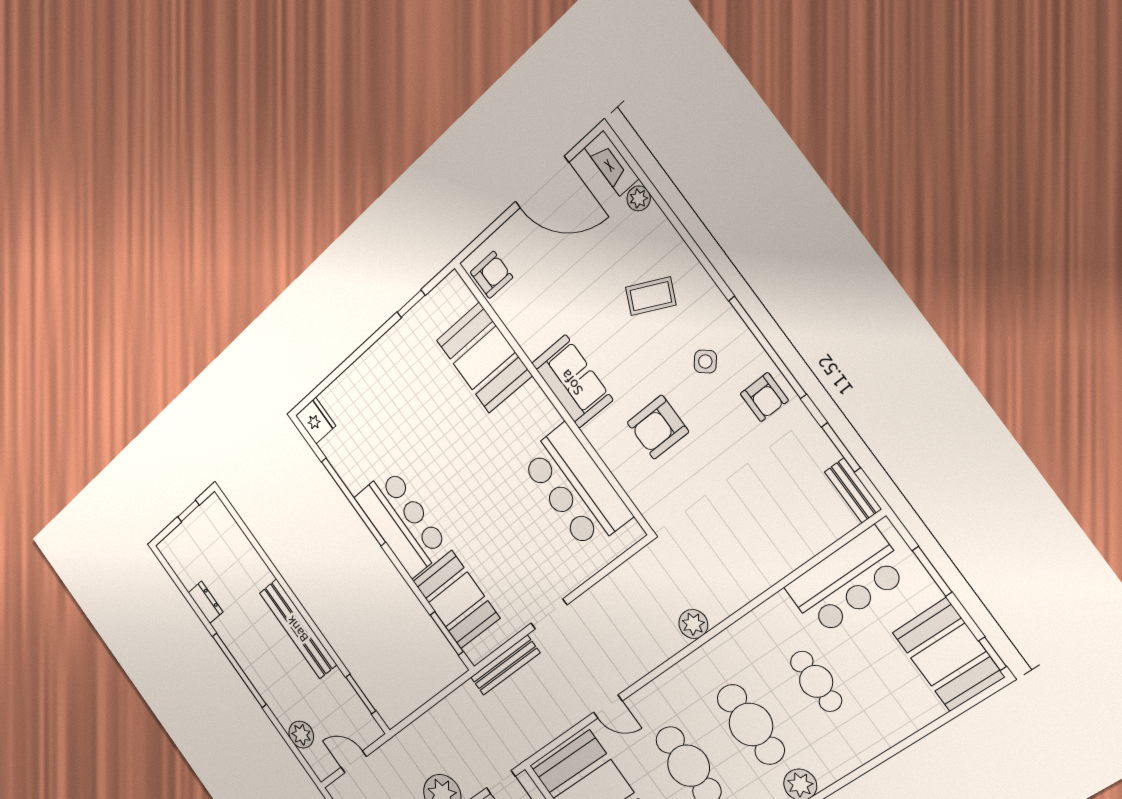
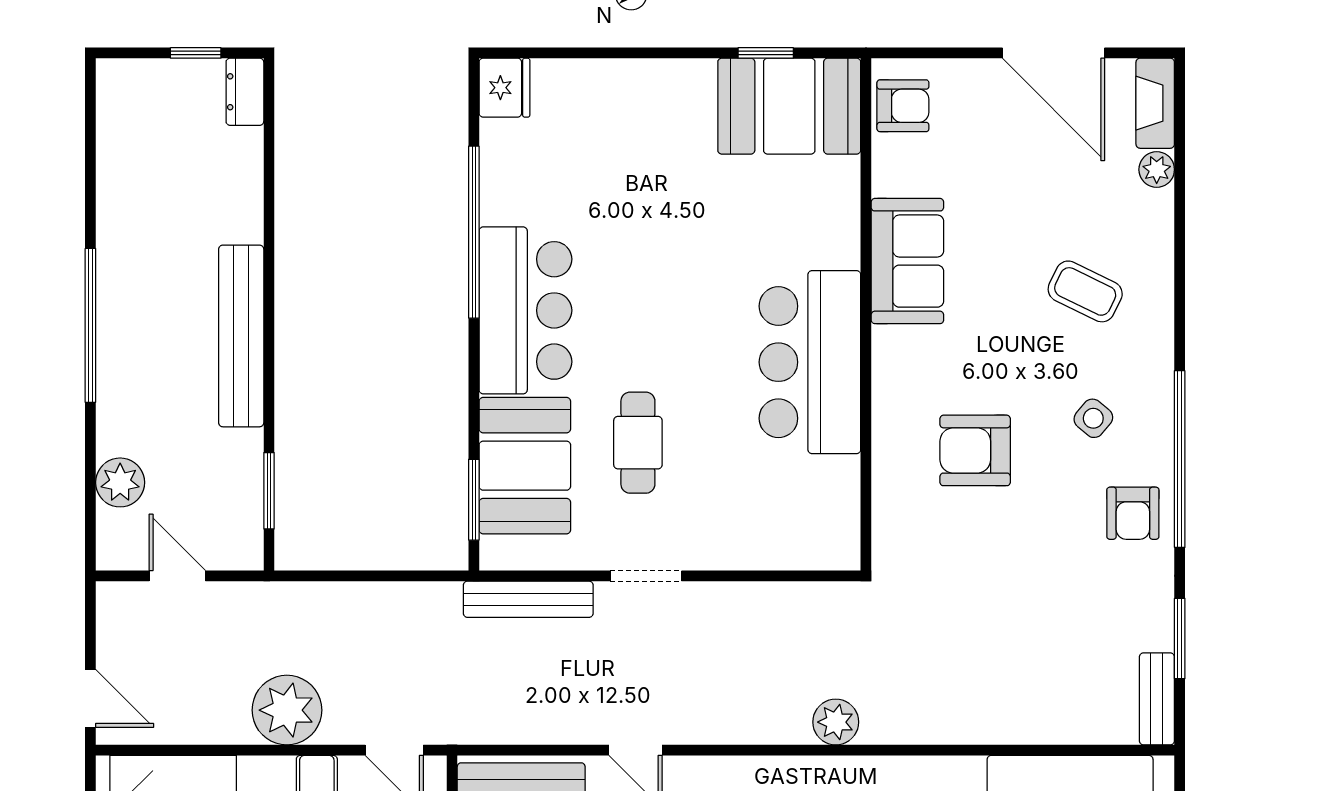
booth: (484, 358) -> (789, 106), moved, turned 90
sofa: (572, 382) -> (907, 261), moved
bar counter: (576, 488) -> (810, 362), moved
cafe table: (497, 549) -> (638, 443), added
dresser: (206, 602) -> (245, 92), moved, turned 180

